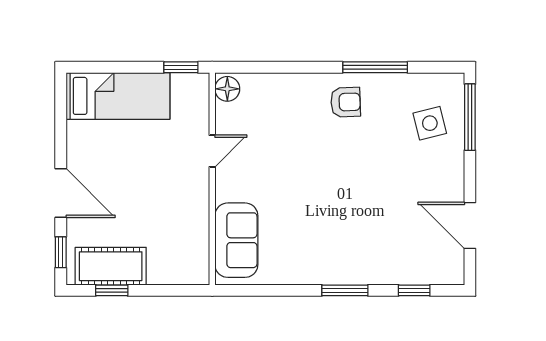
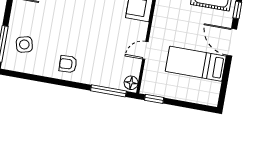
window: (375, 67) -> (108, 91), moved
bed: (118, 96) -> (196, 64), moved

